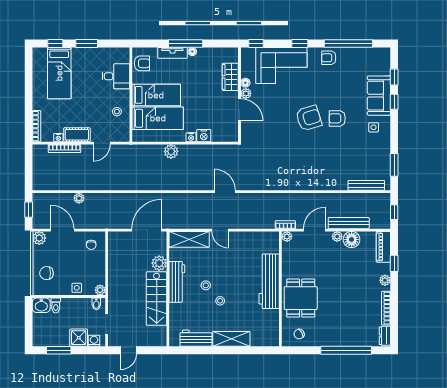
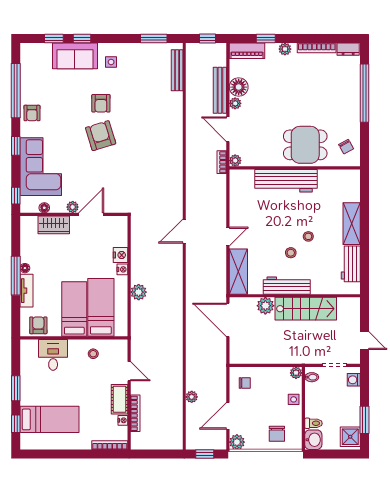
floor lamp: (245, 83) -> (44, 208), moved
shower: (79, 338) -> (350, 437), moved

